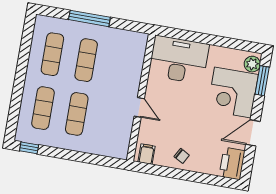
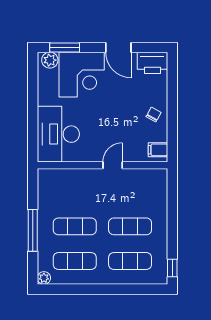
plant: (41, 21) -> (44, 278), added

